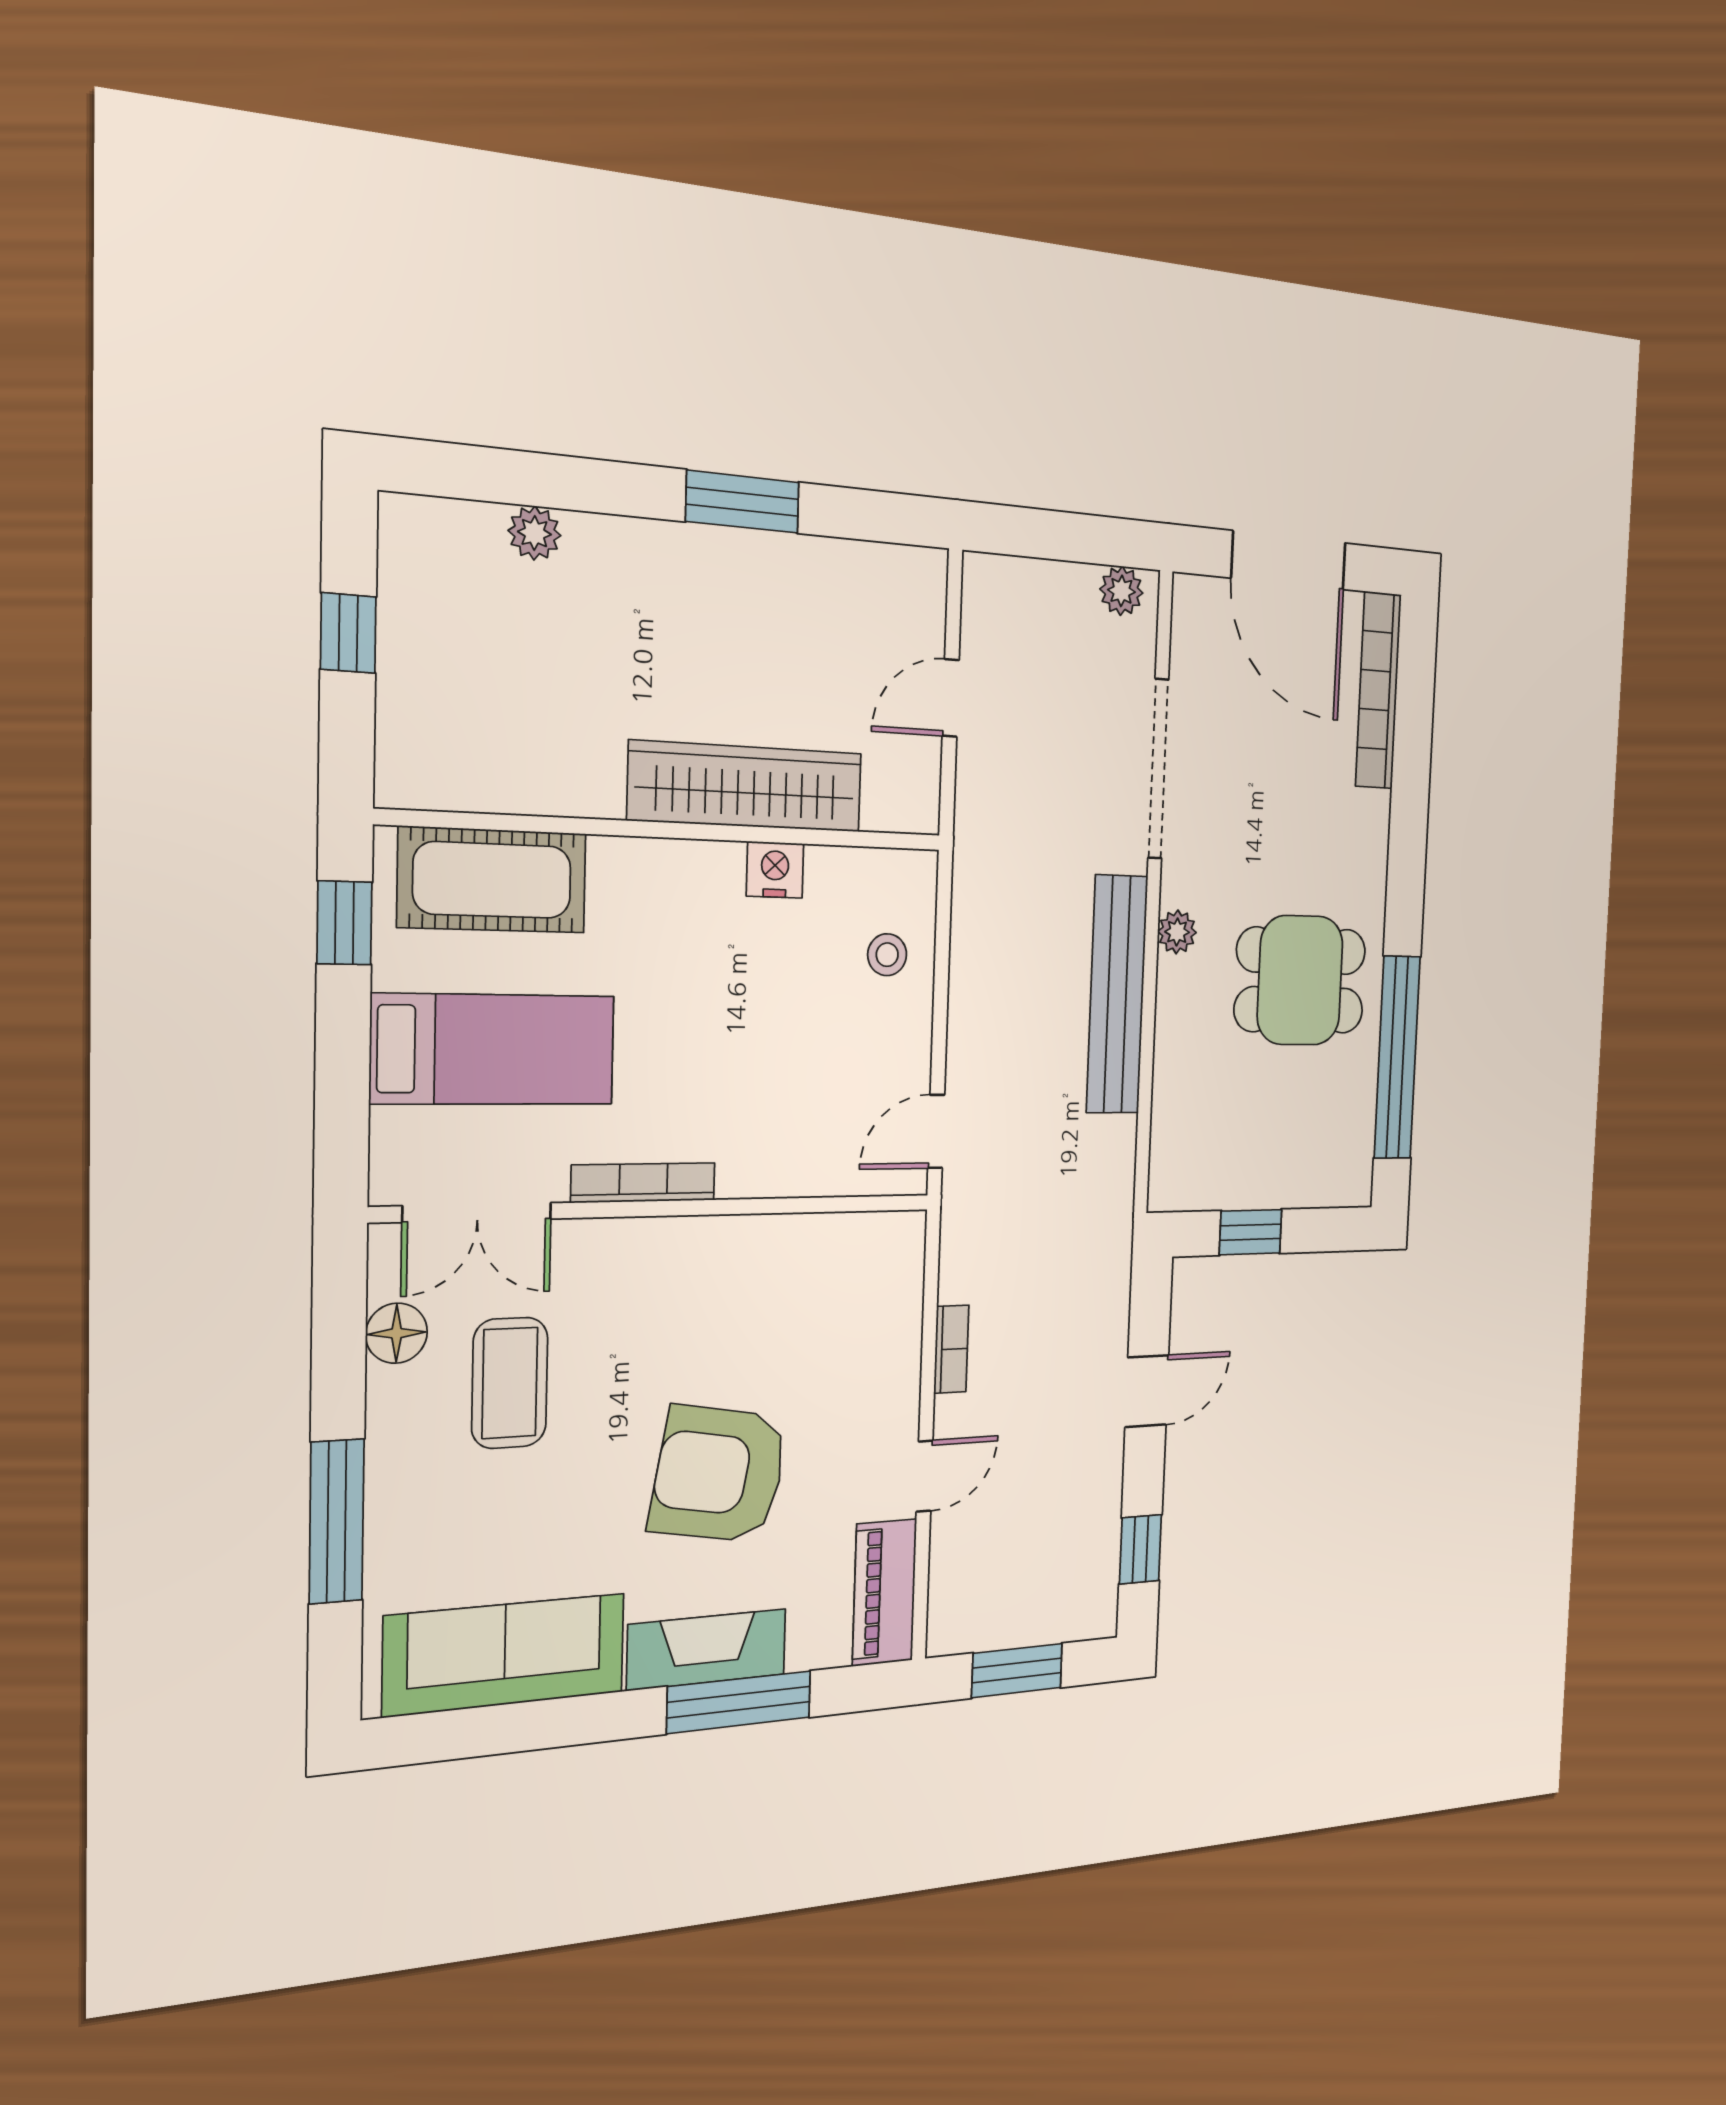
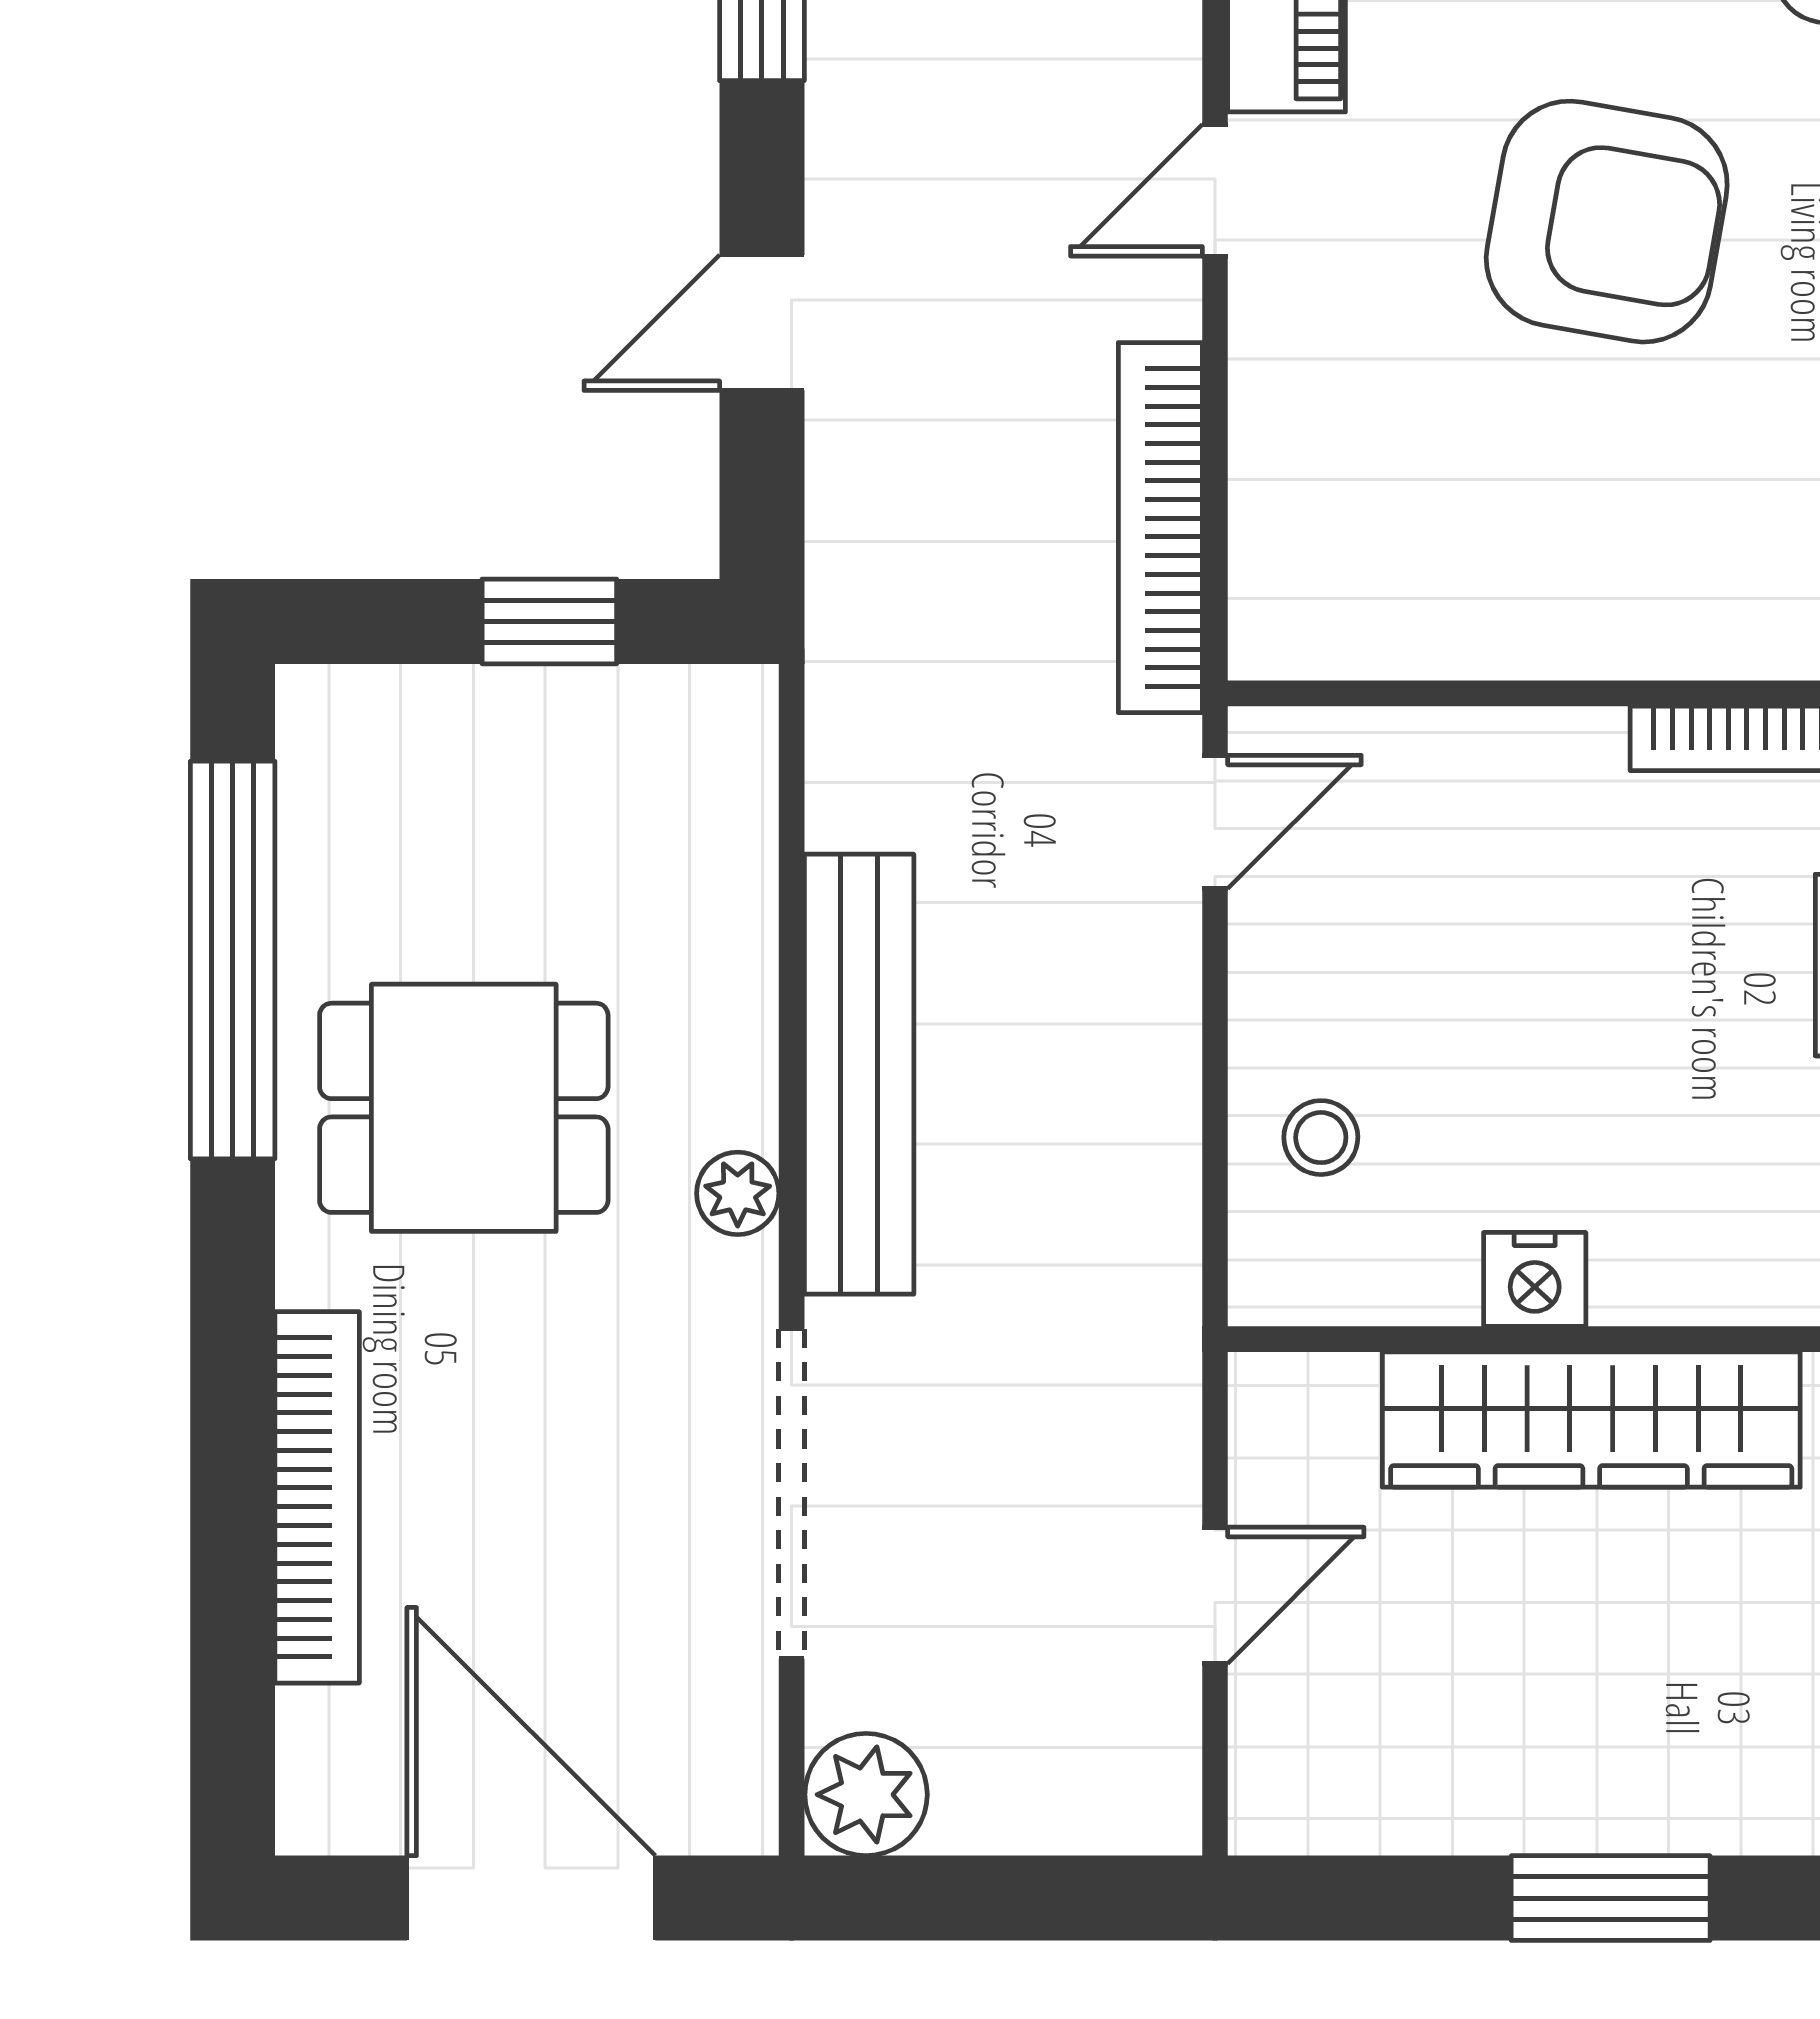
plant: (1121, 591) -> (866, 1795), width x1.38, depth x1.38
bookcase: (1378, 690) -> (317, 1497), moved
bookcase: (951, 1349) -> (1160, 528), width x2.31, depth x1.31

